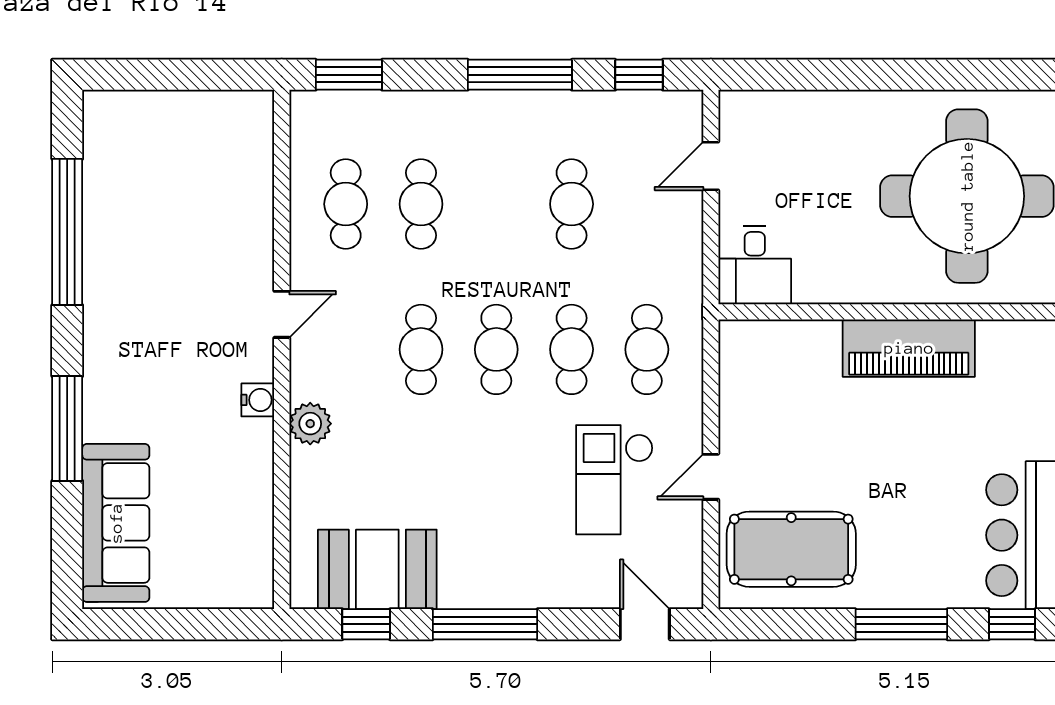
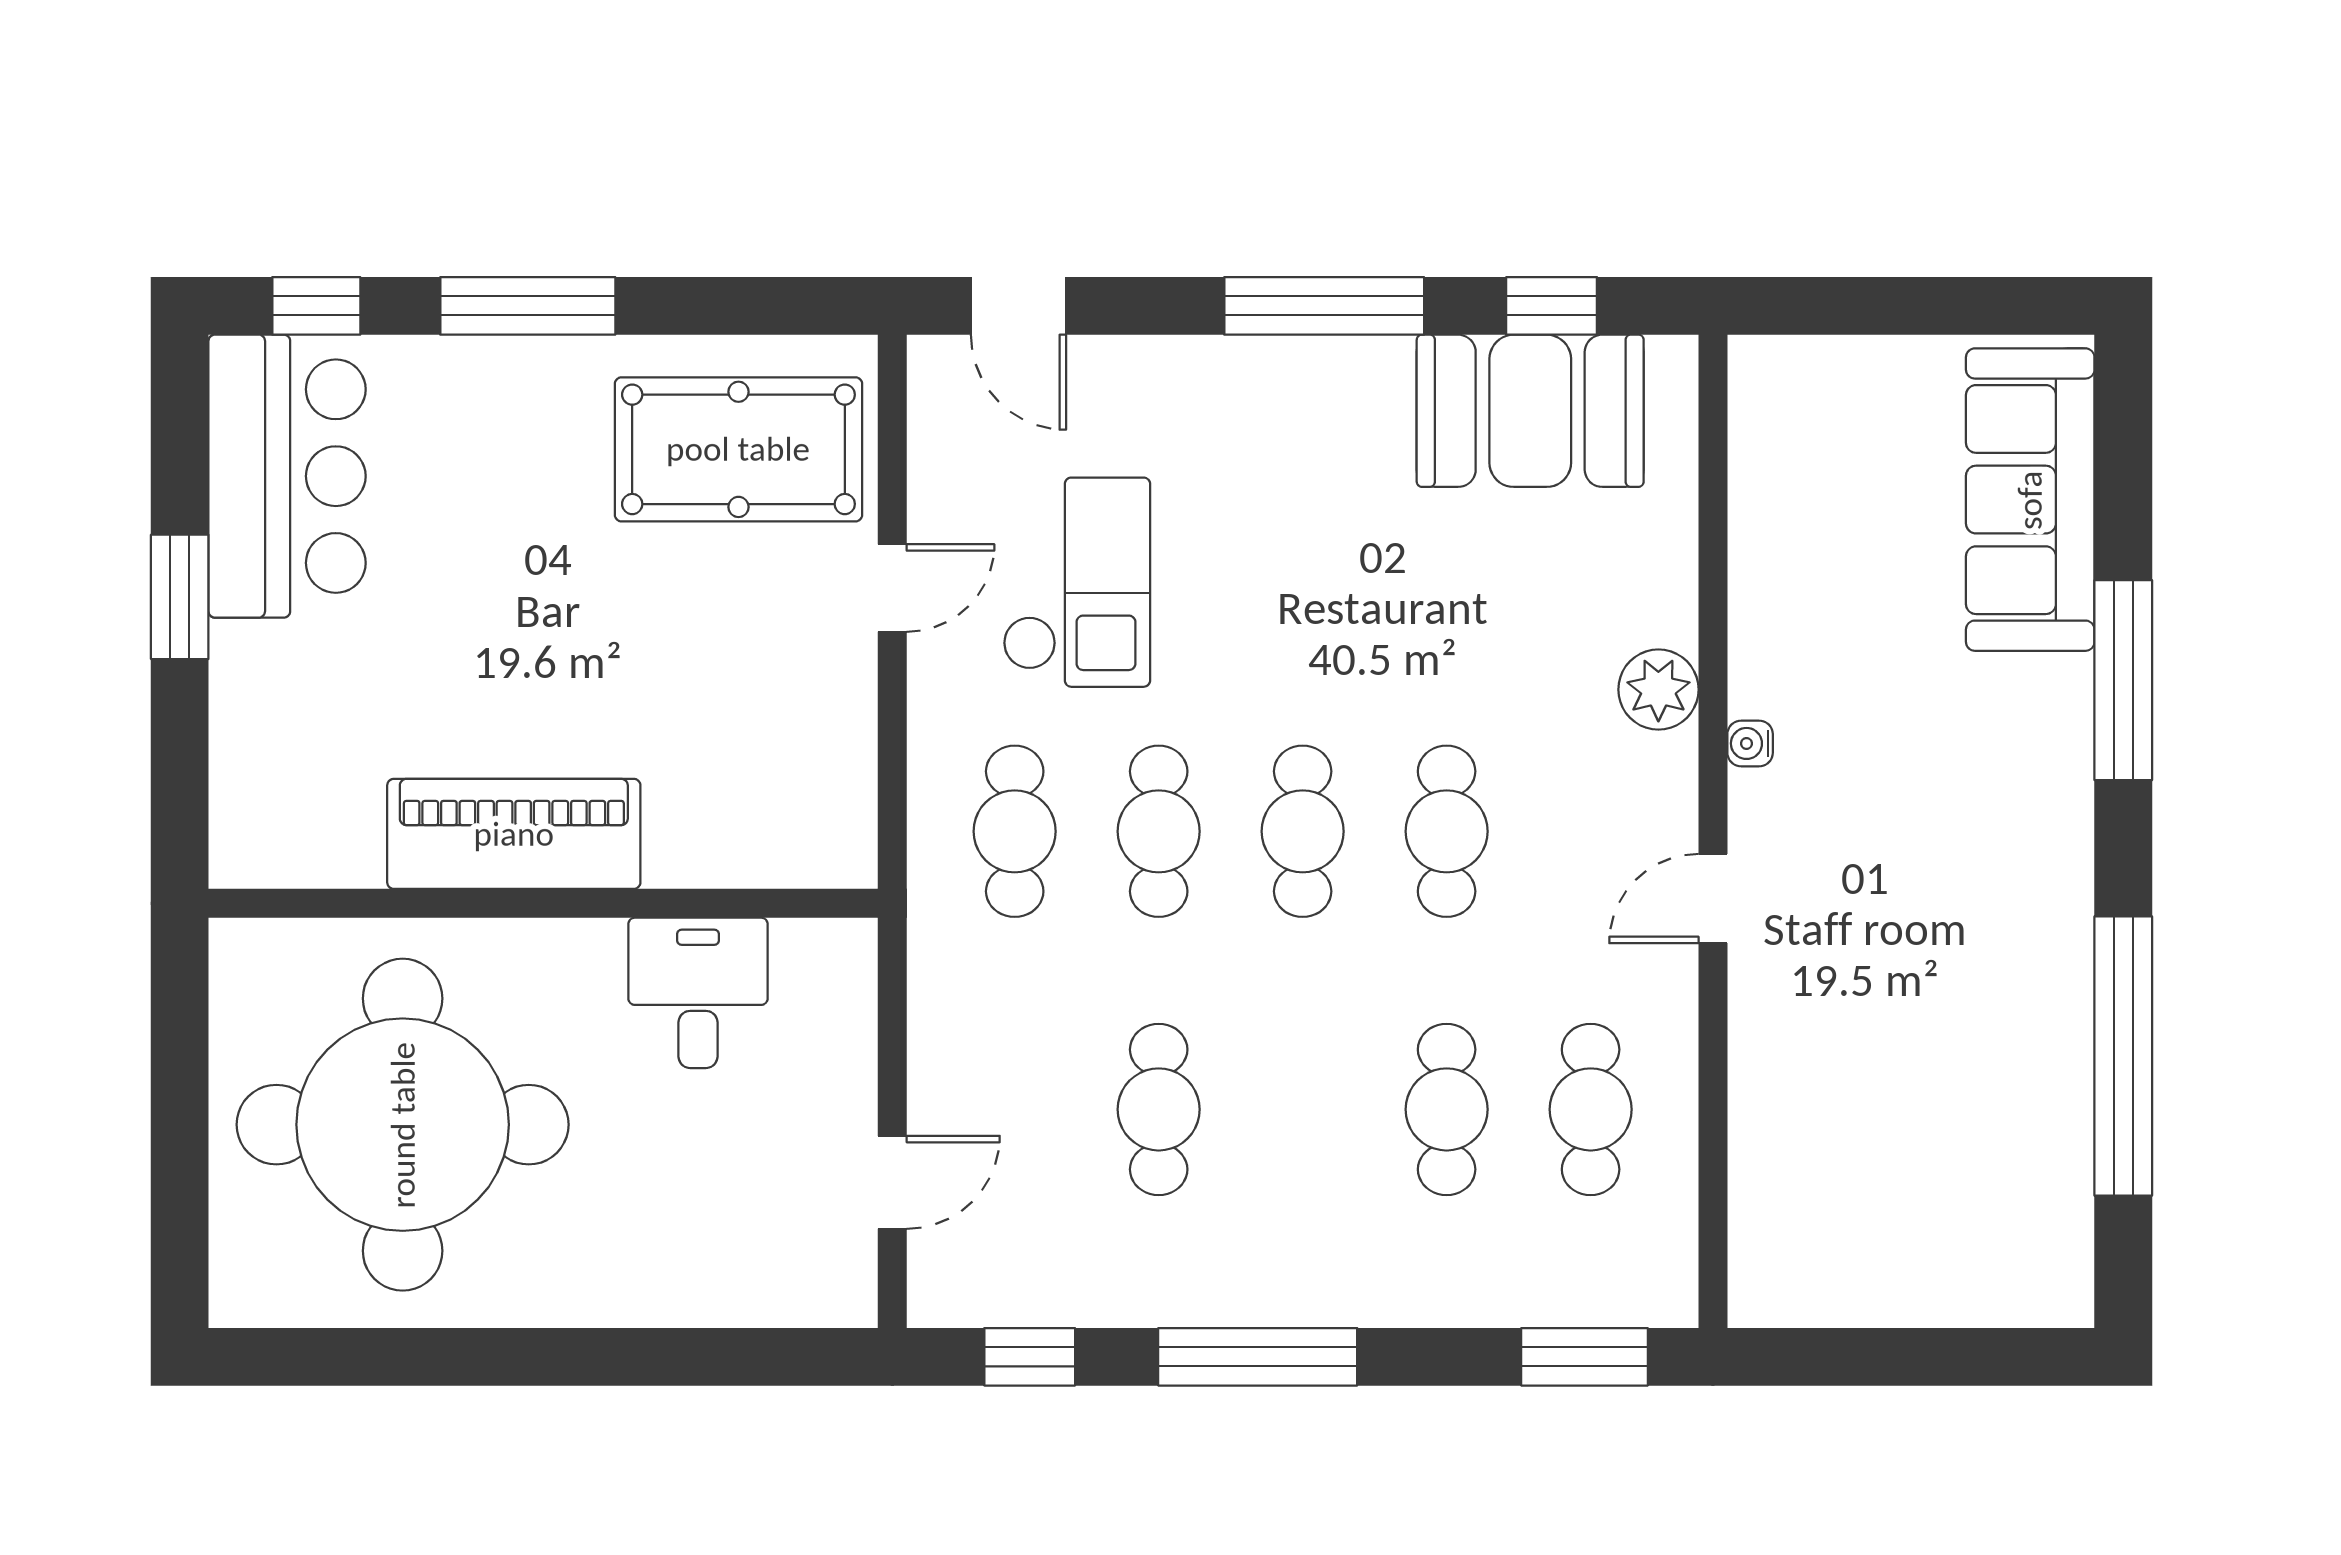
desk: (755, 265) -> (698, 993), moved
water cooler: (258, 400) -> (1750, 743), width x0.72, depth x0.72

